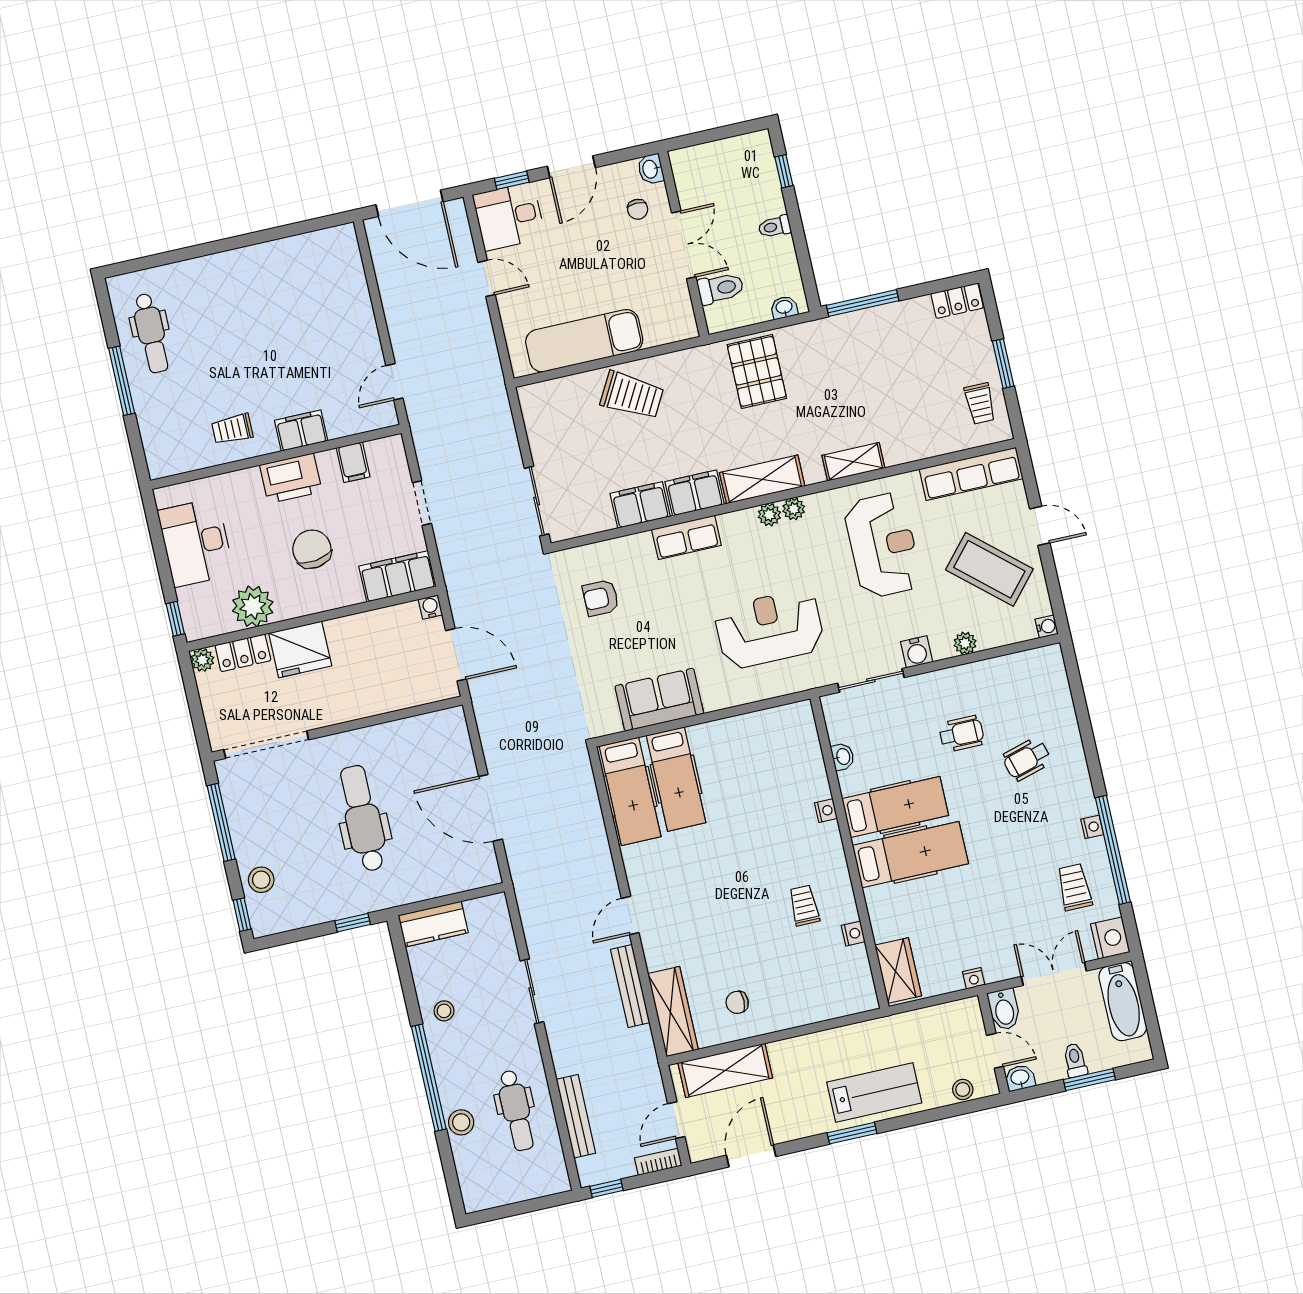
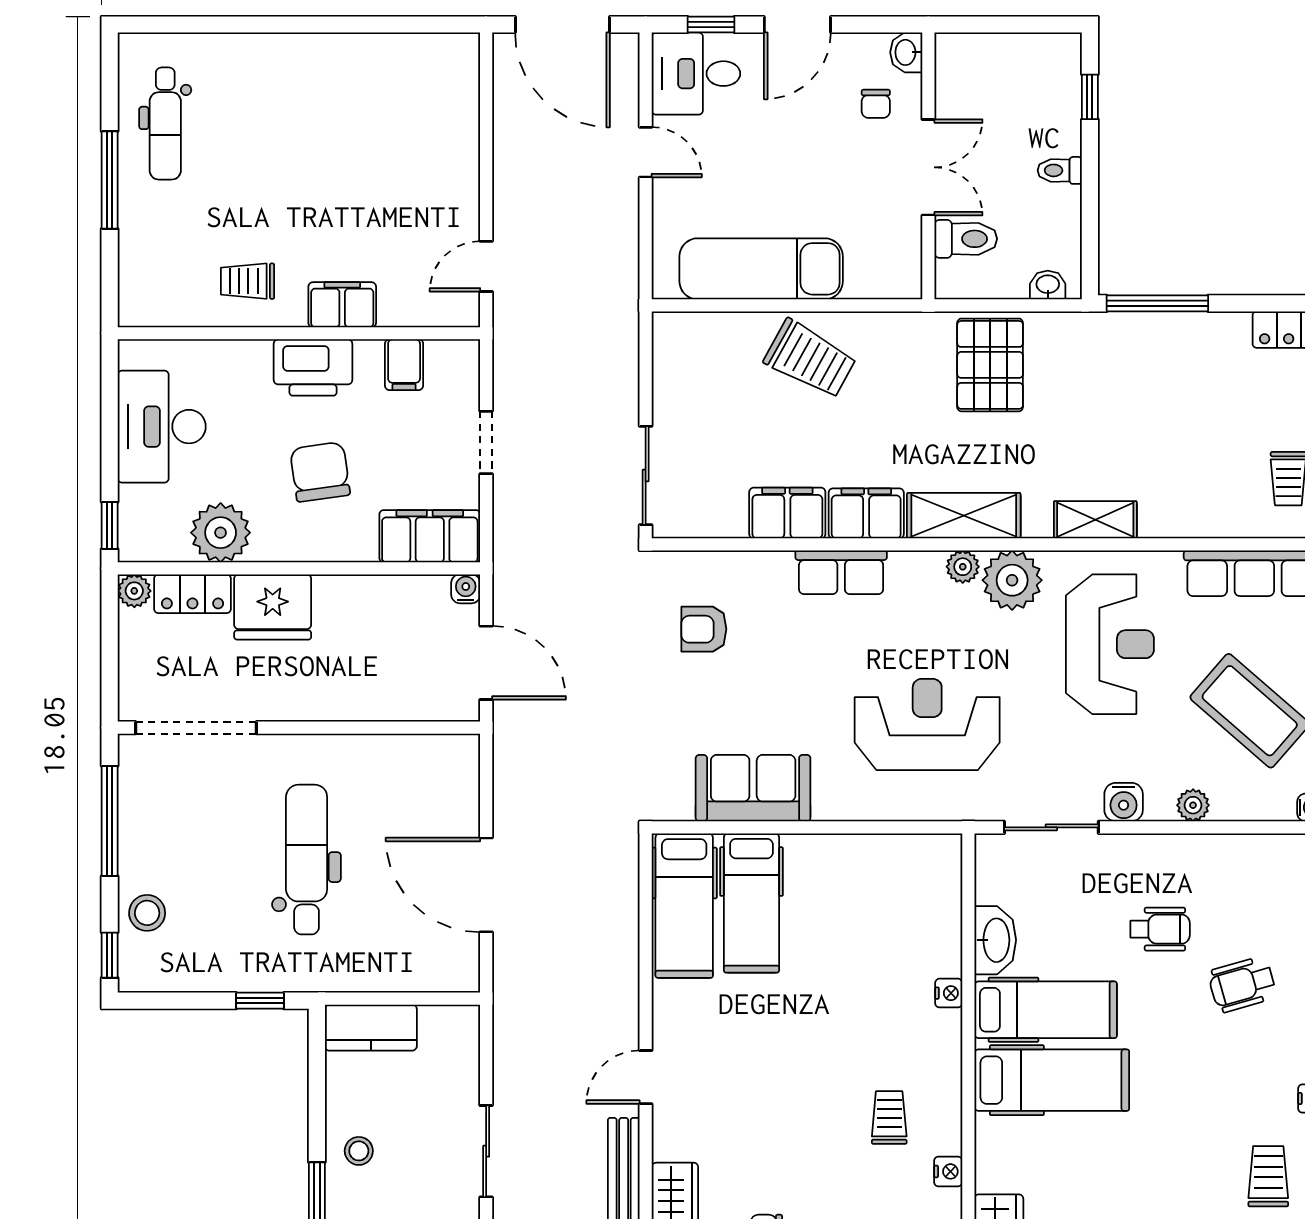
plant: (794, 509) -> (1012, 580), width x1.88, depth x1.88
washbasin: (843, 757) -> (995, 940), width x1.91, depth x1.45

